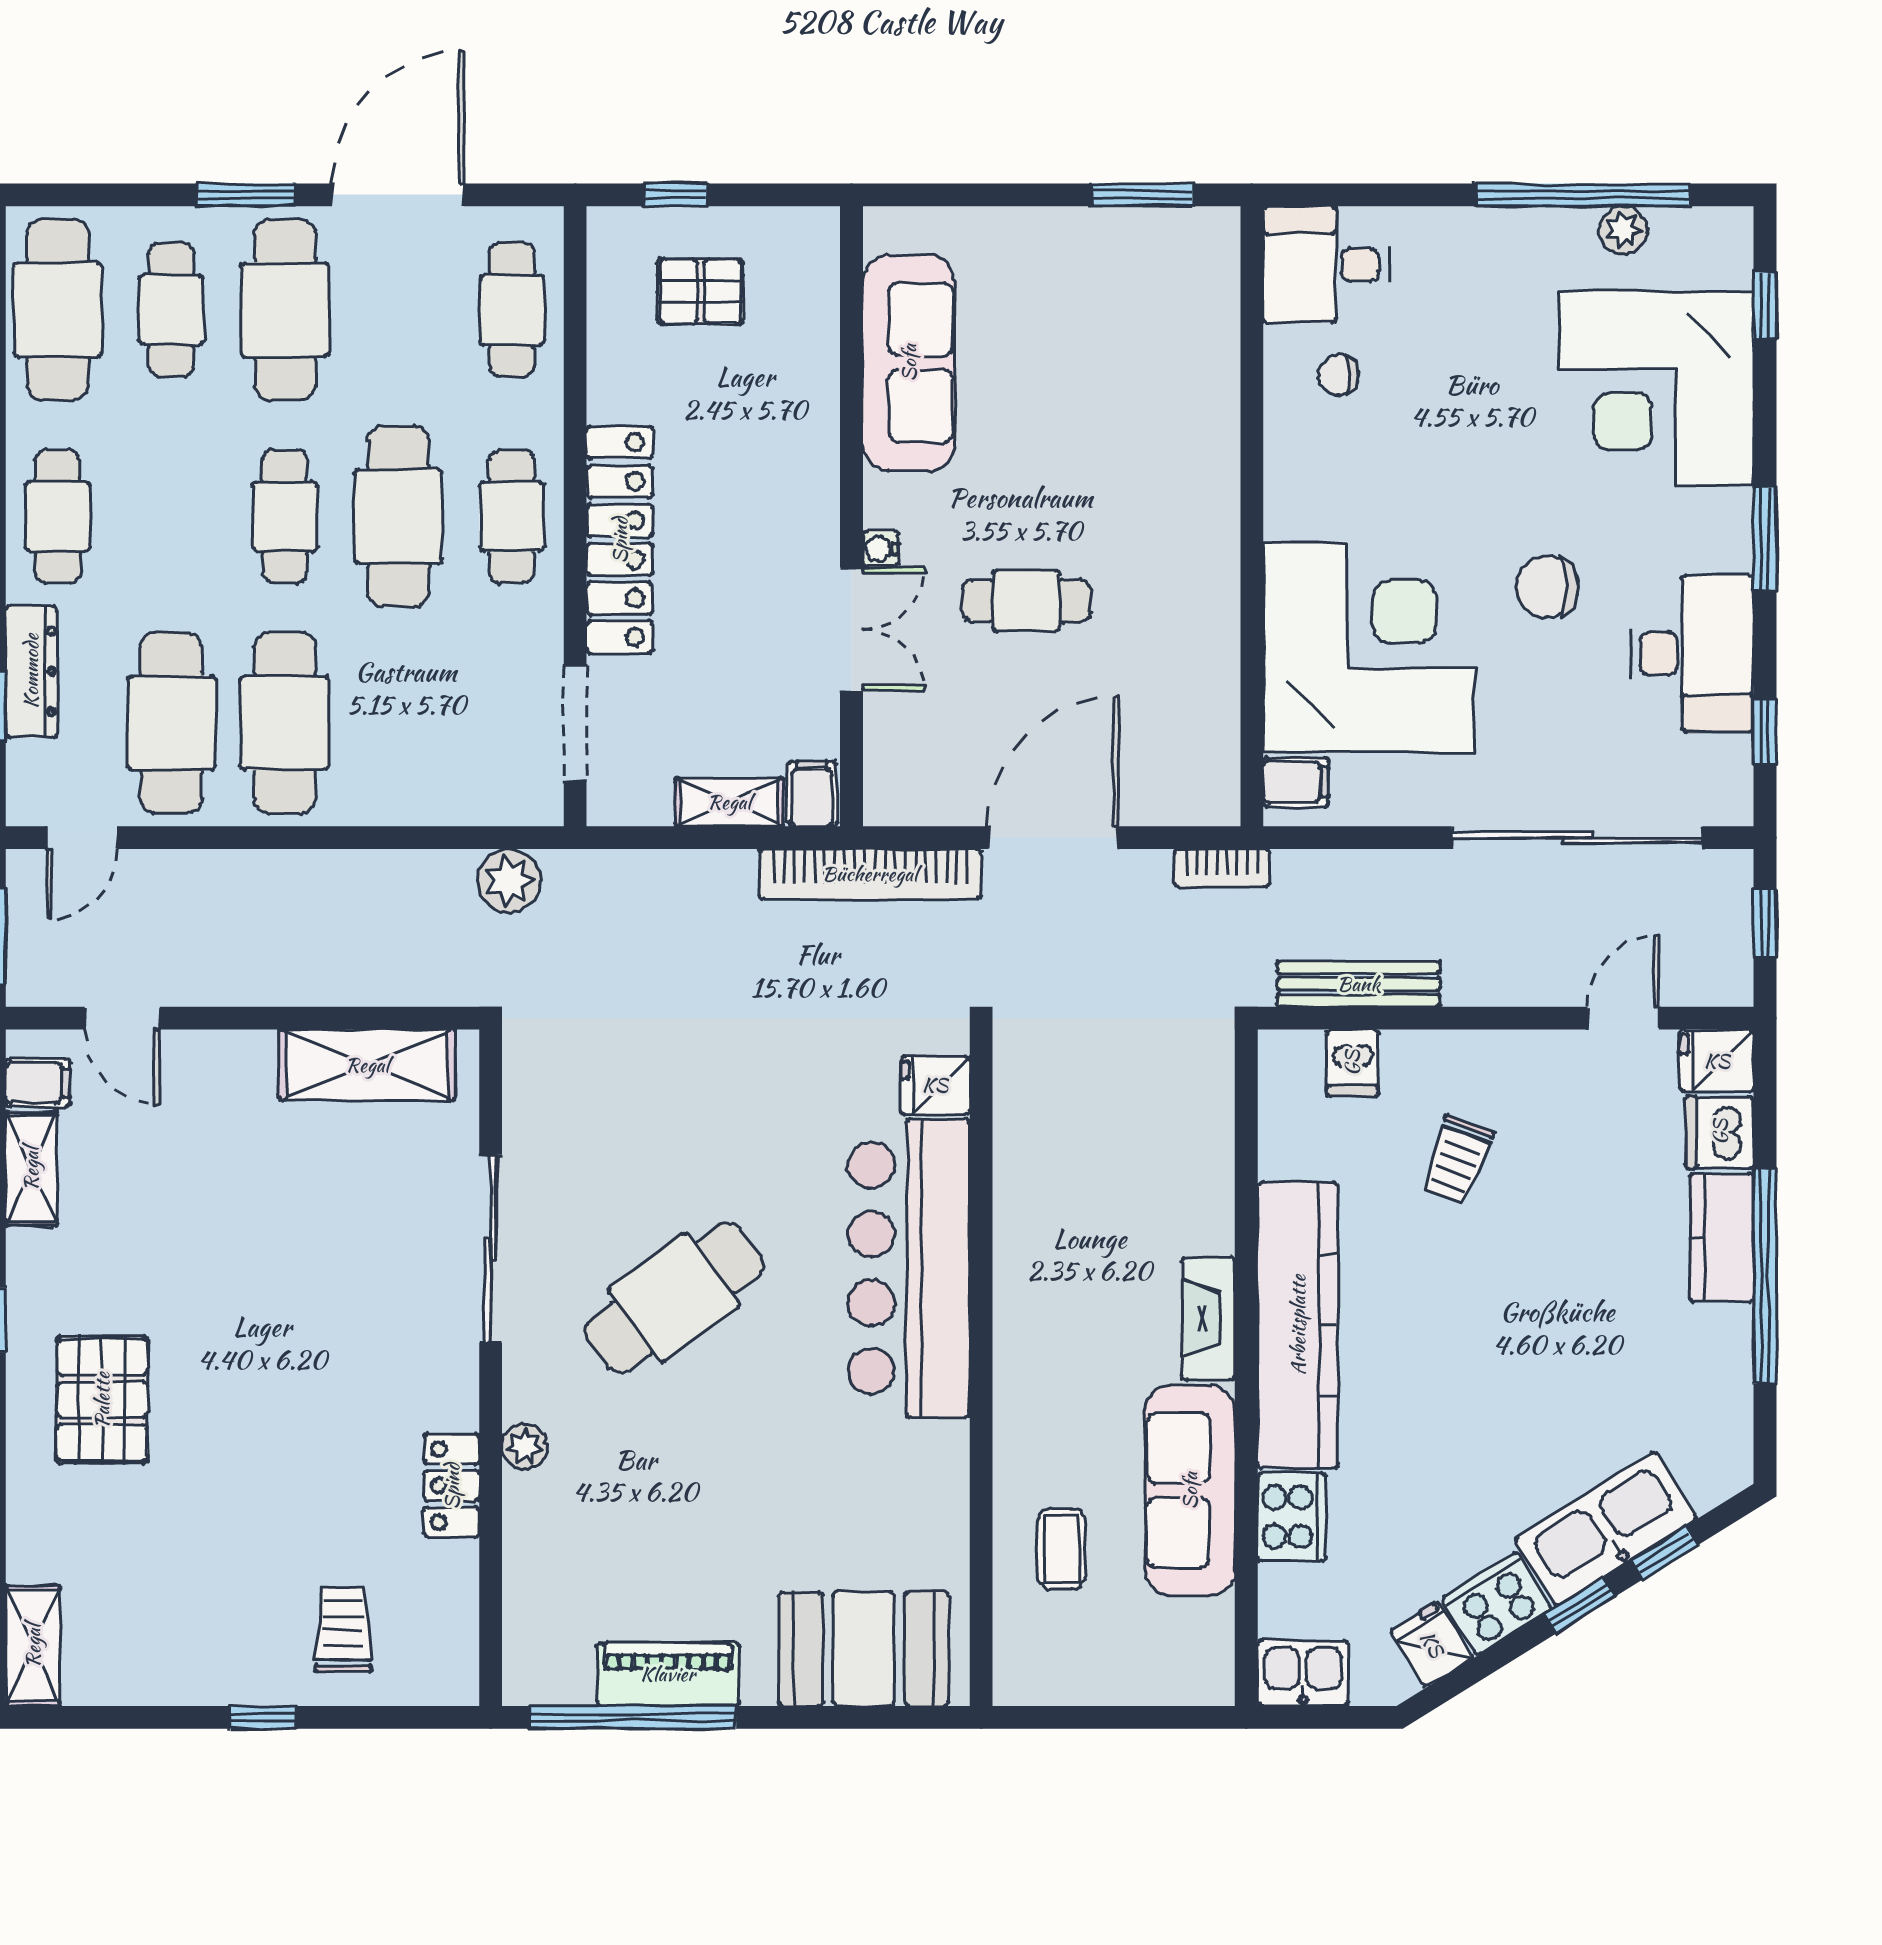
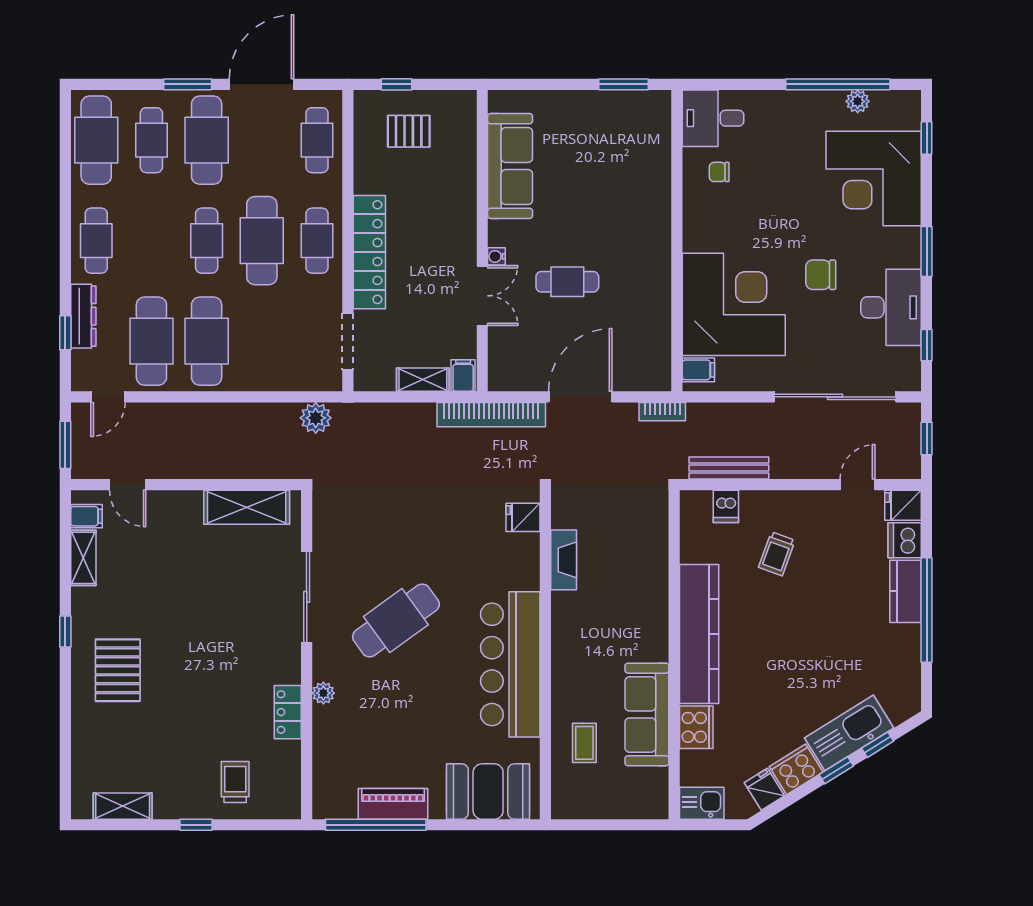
bar counter: (909, 1268) -> (510, 664), moved
fireplace: (1209, 1319) -> (564, 560), moved, turned 180
shelving: (33, 1646) -> (123, 806), moved, turned 90

